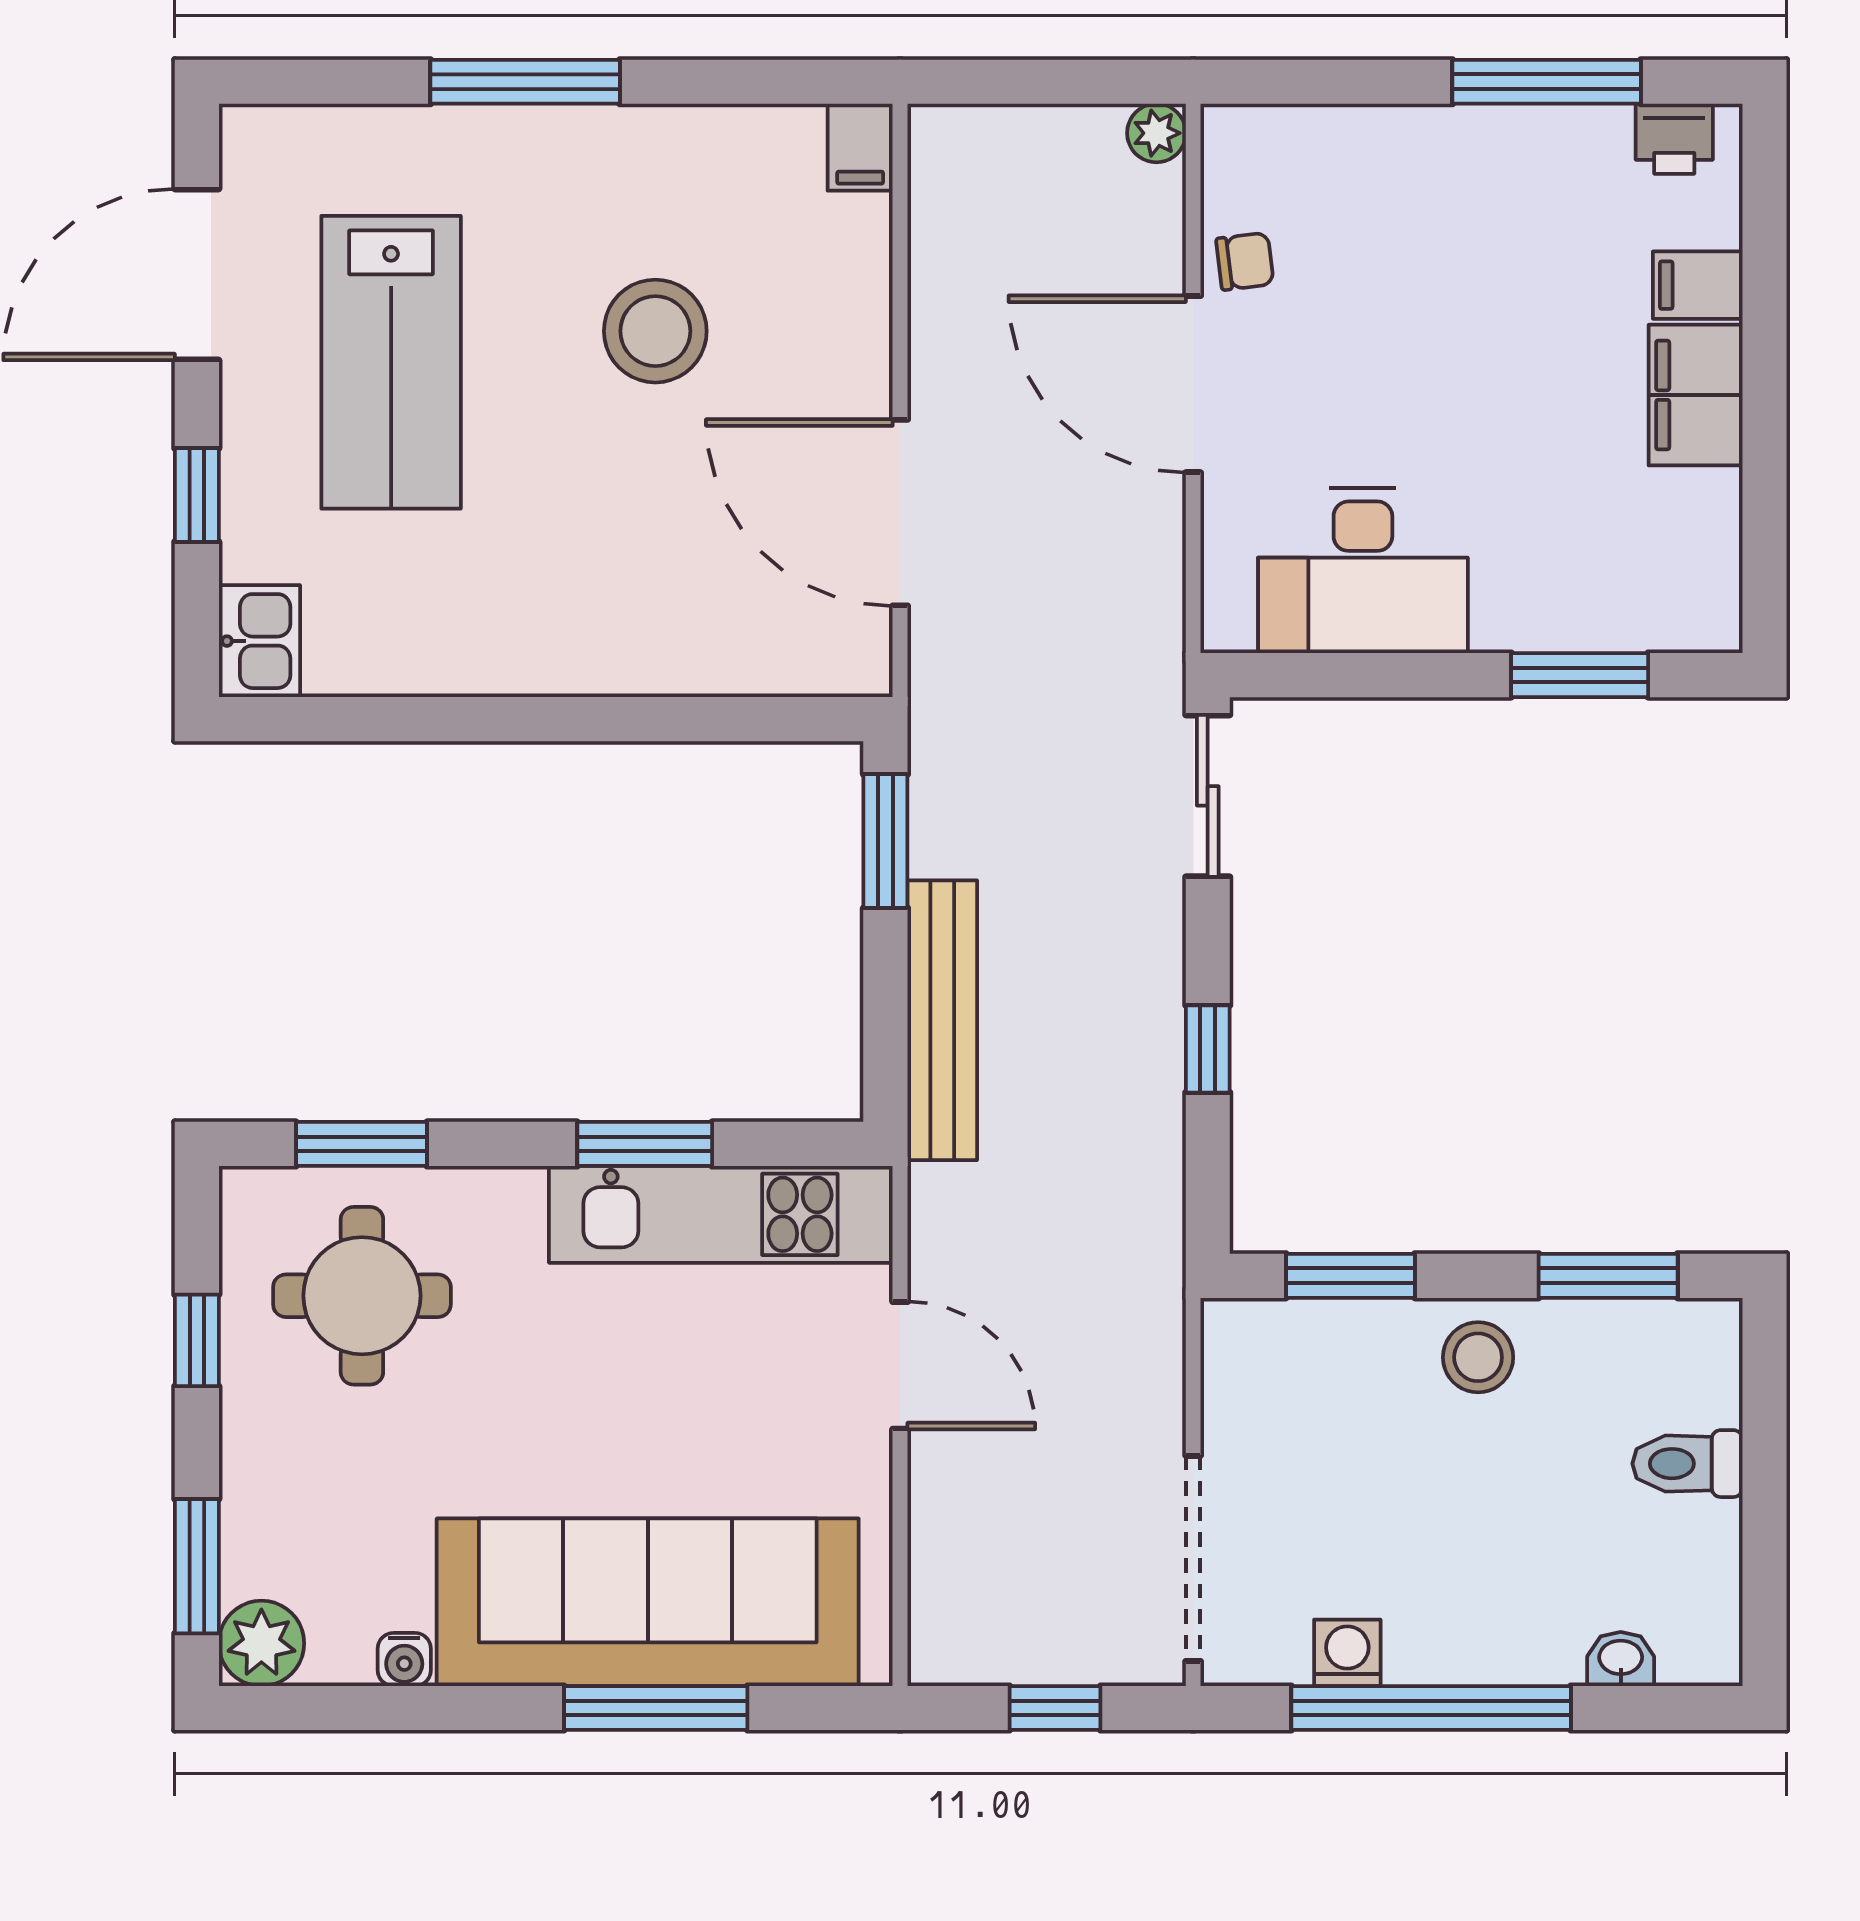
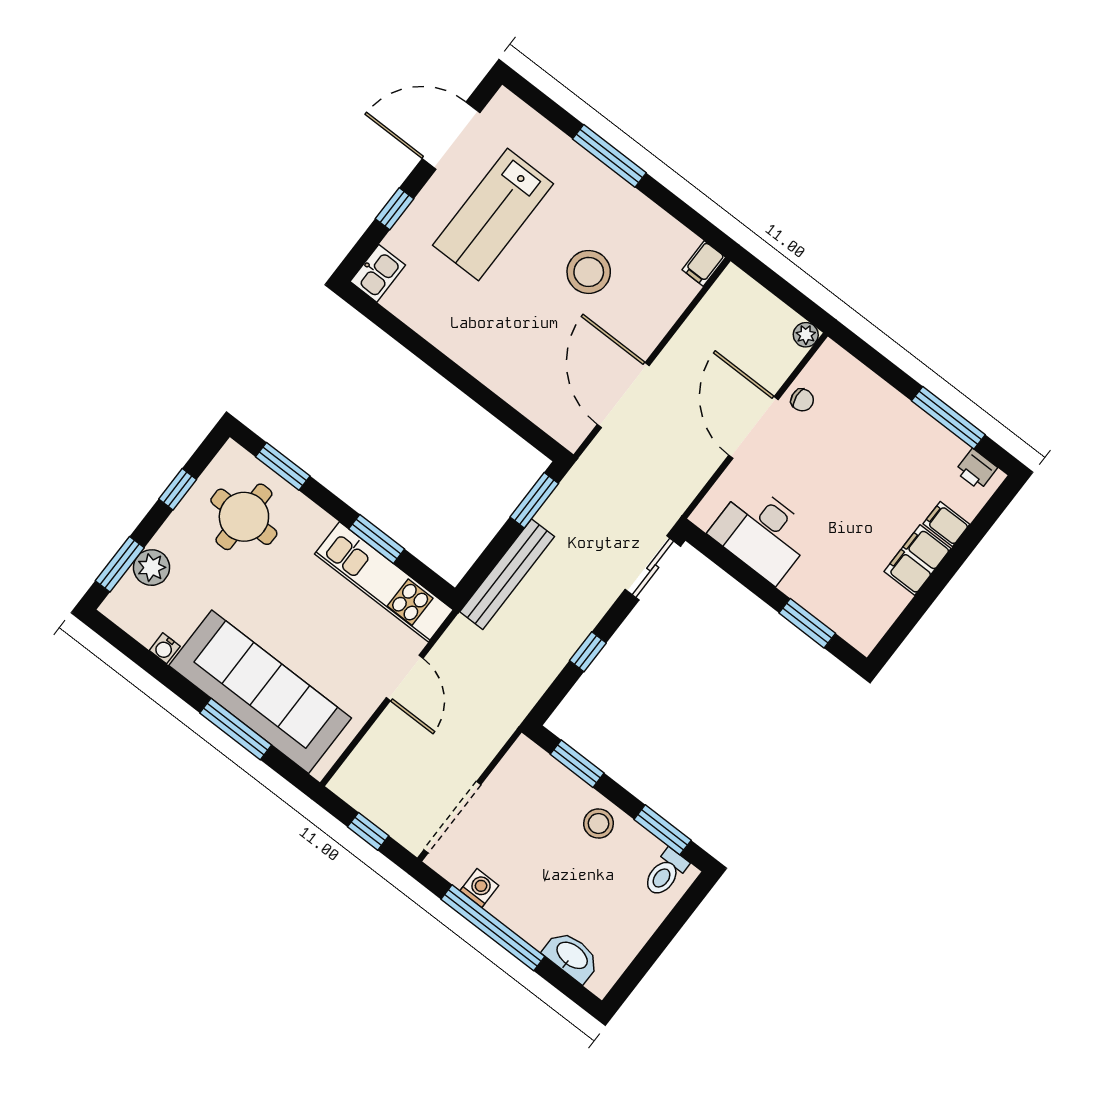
toilet: (1687, 1464) -> (665, 873), moved, turned -90
plant: (261, 1643) -> (151, 568), moved
washbasin: (1621, 1659) -> (572, 956), width x1.91, depth x1.45

